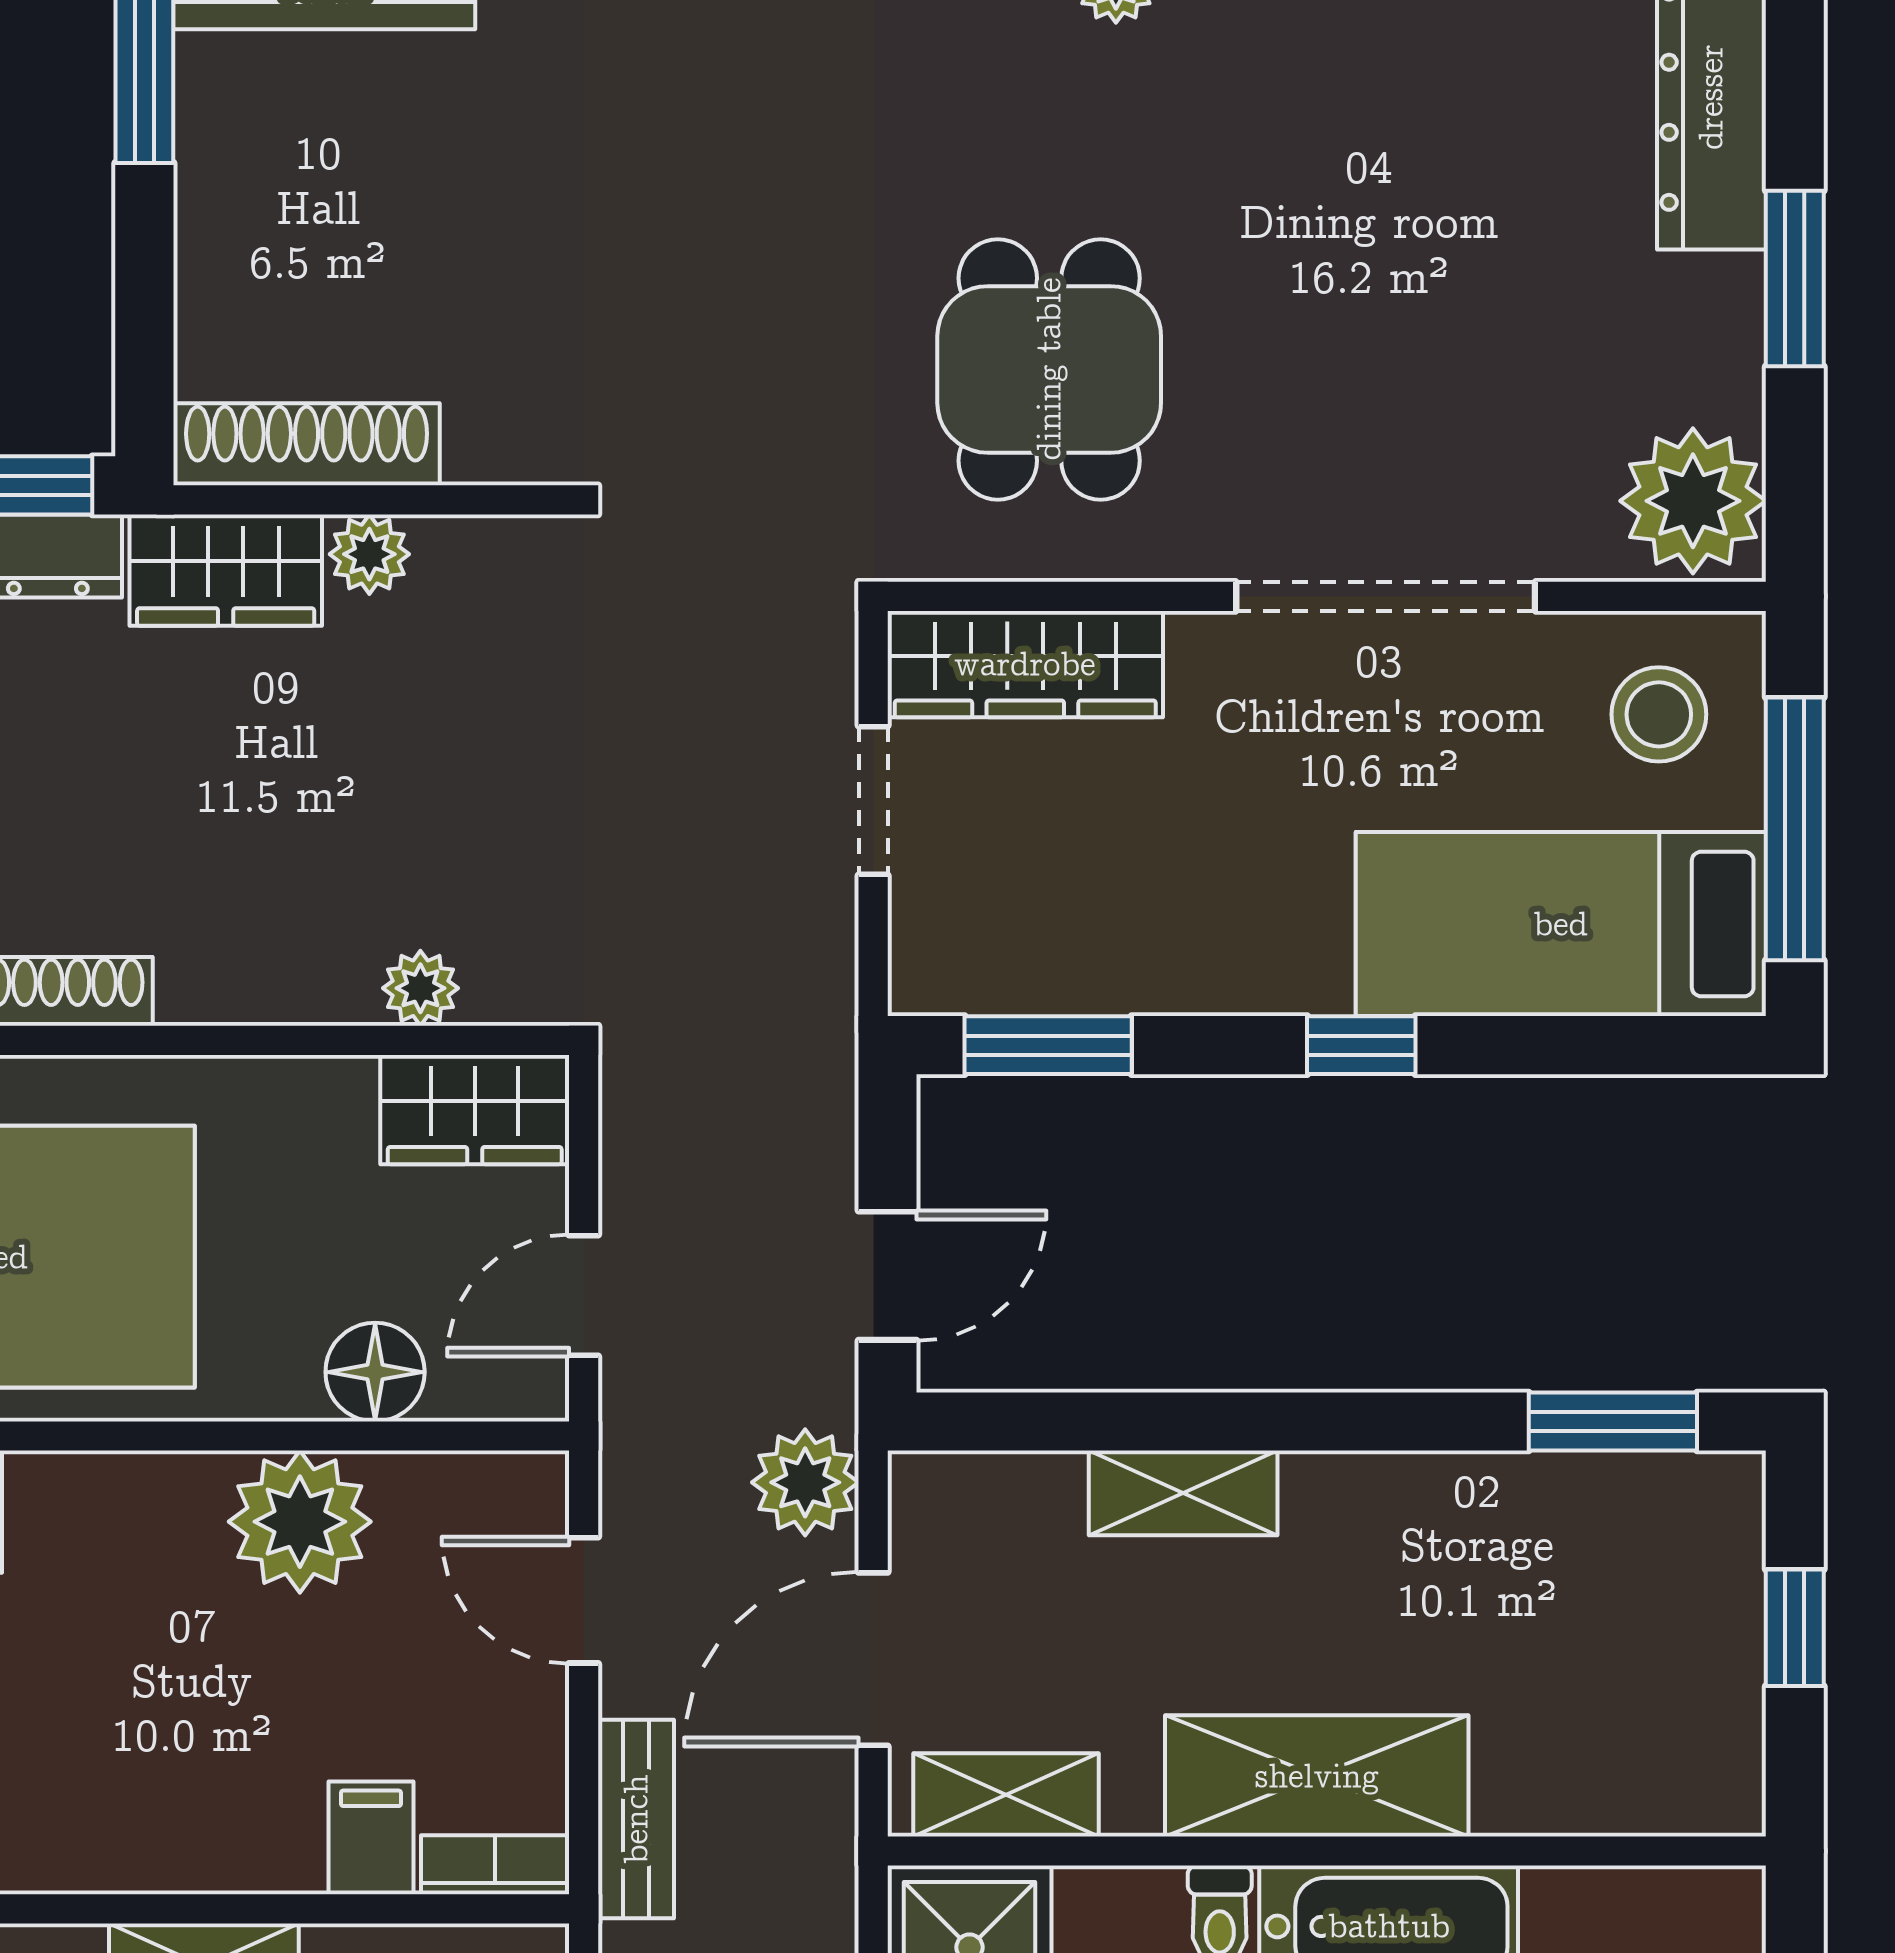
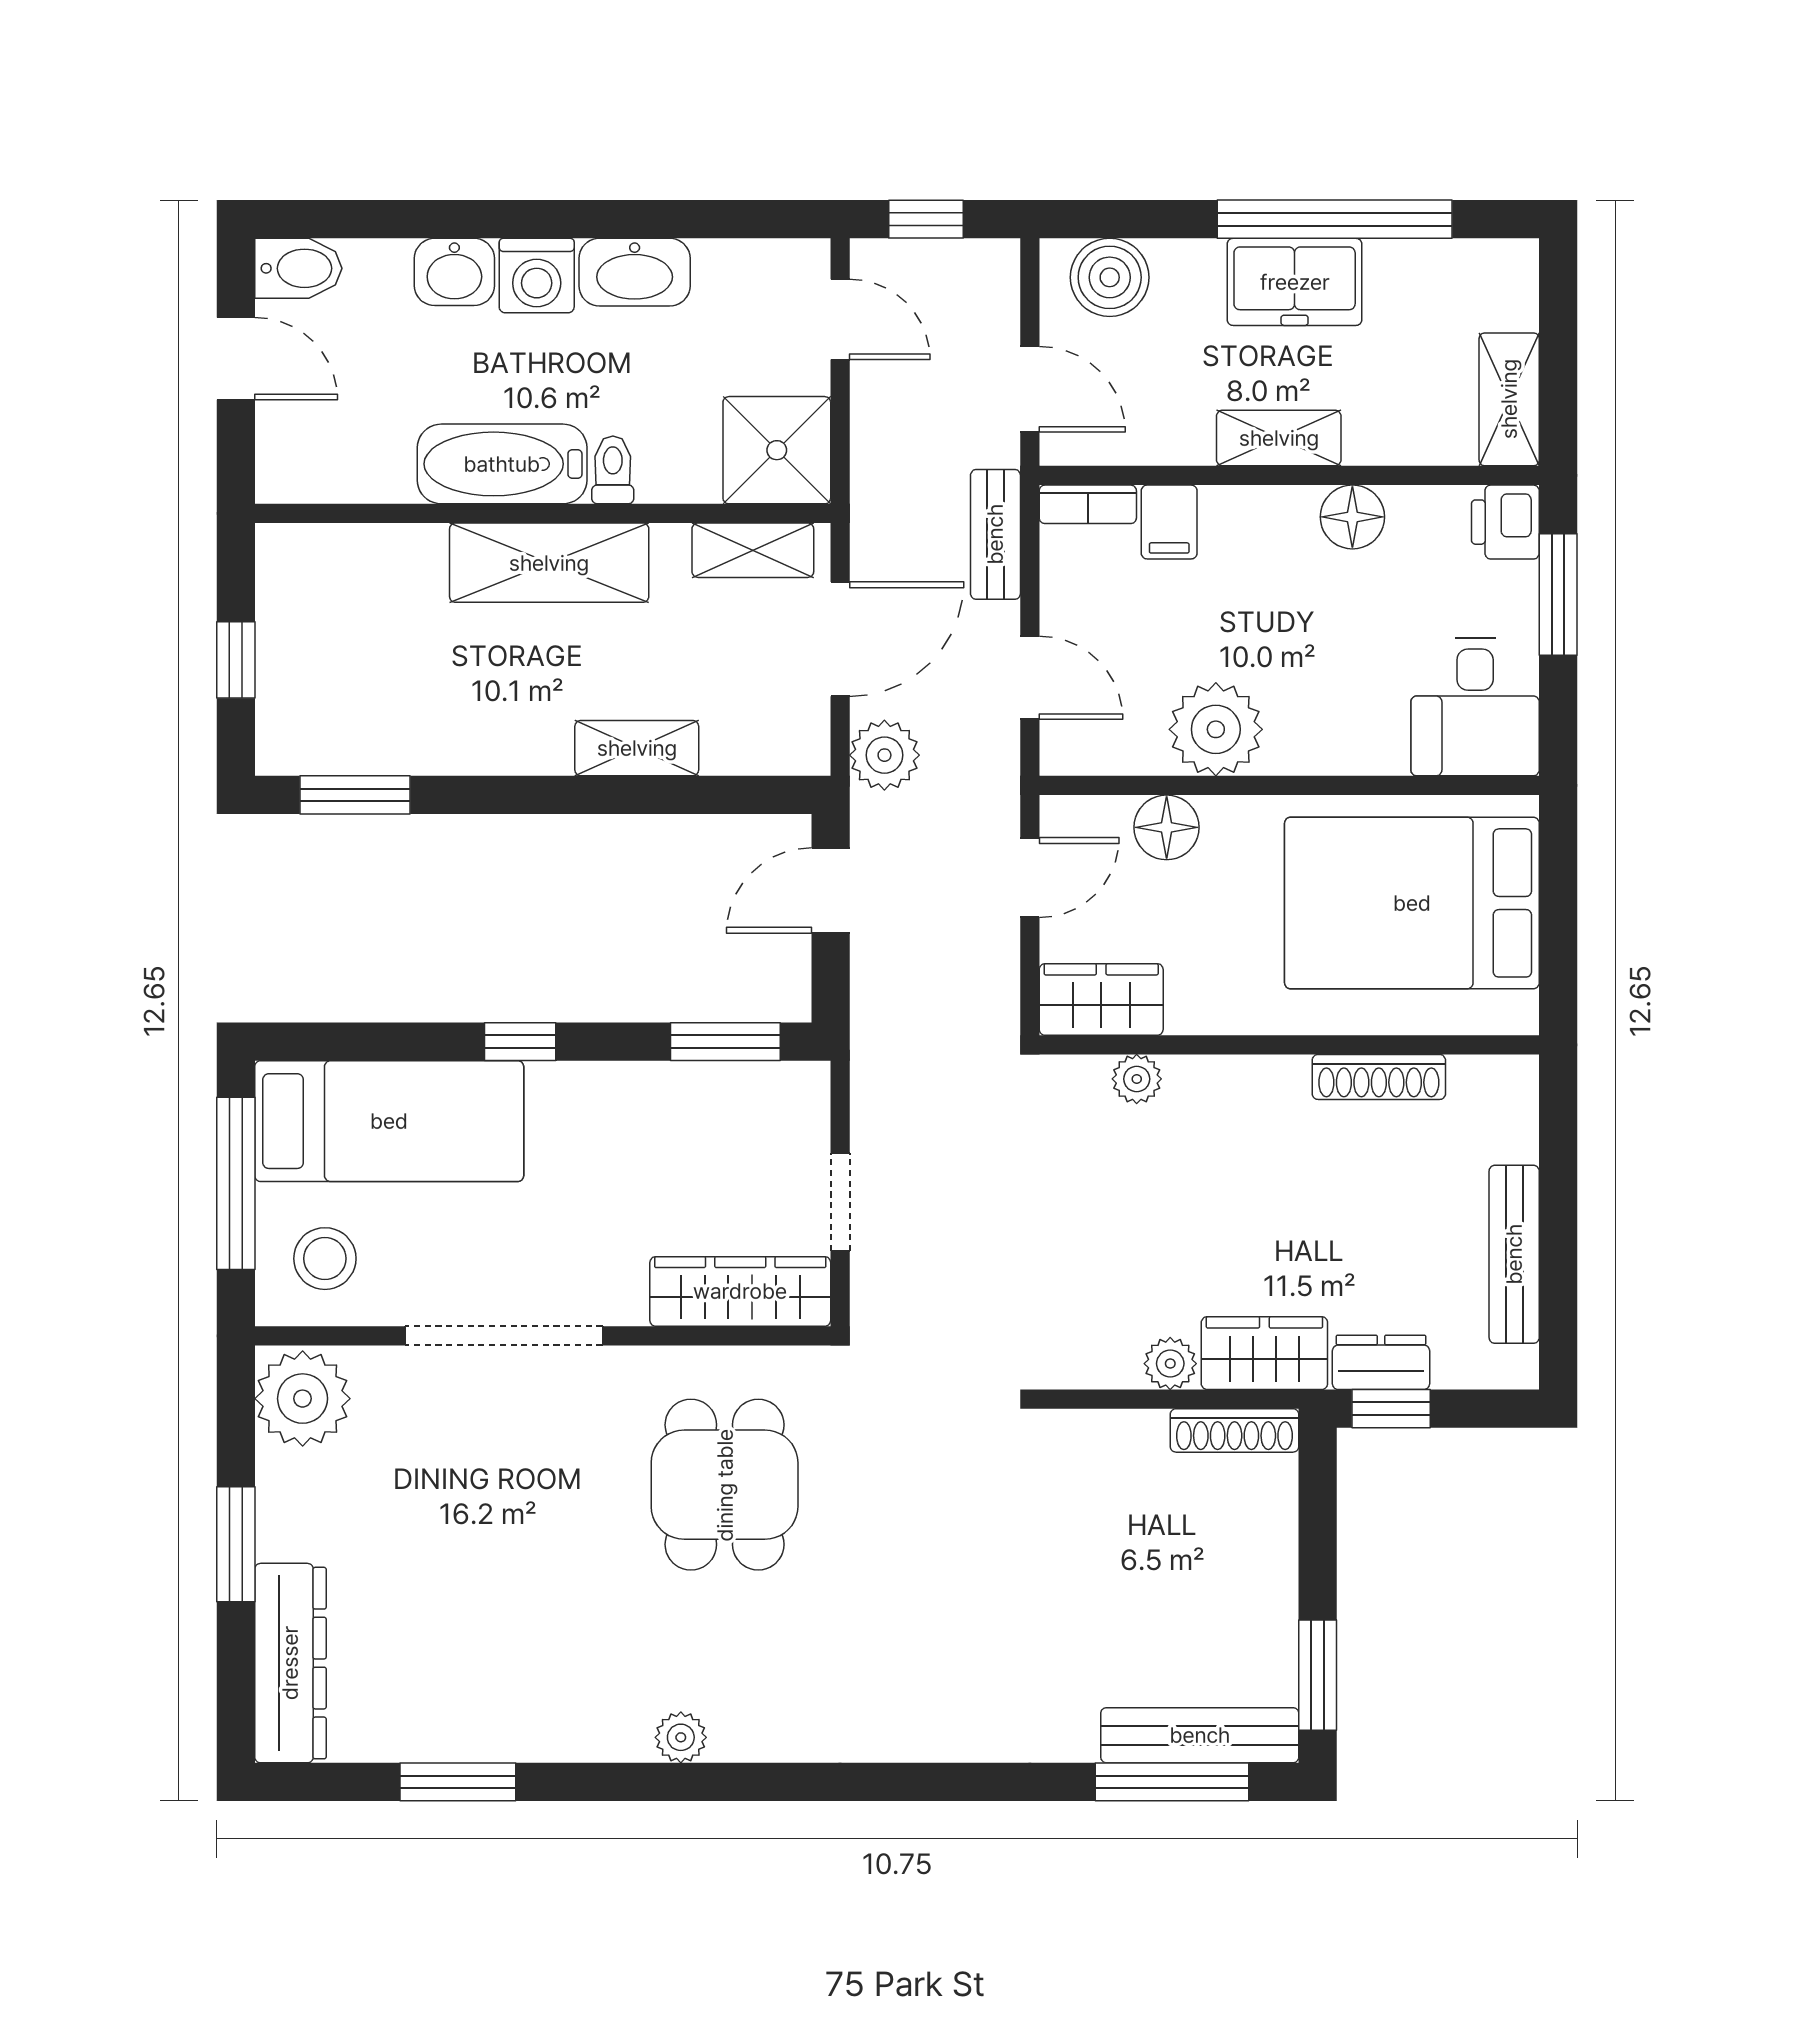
shoe rack: (307, 444) -> (1235, 1430), width x0.74, depth x0.81
floor lamp: (91, 1846) -> (1352, 517), added

